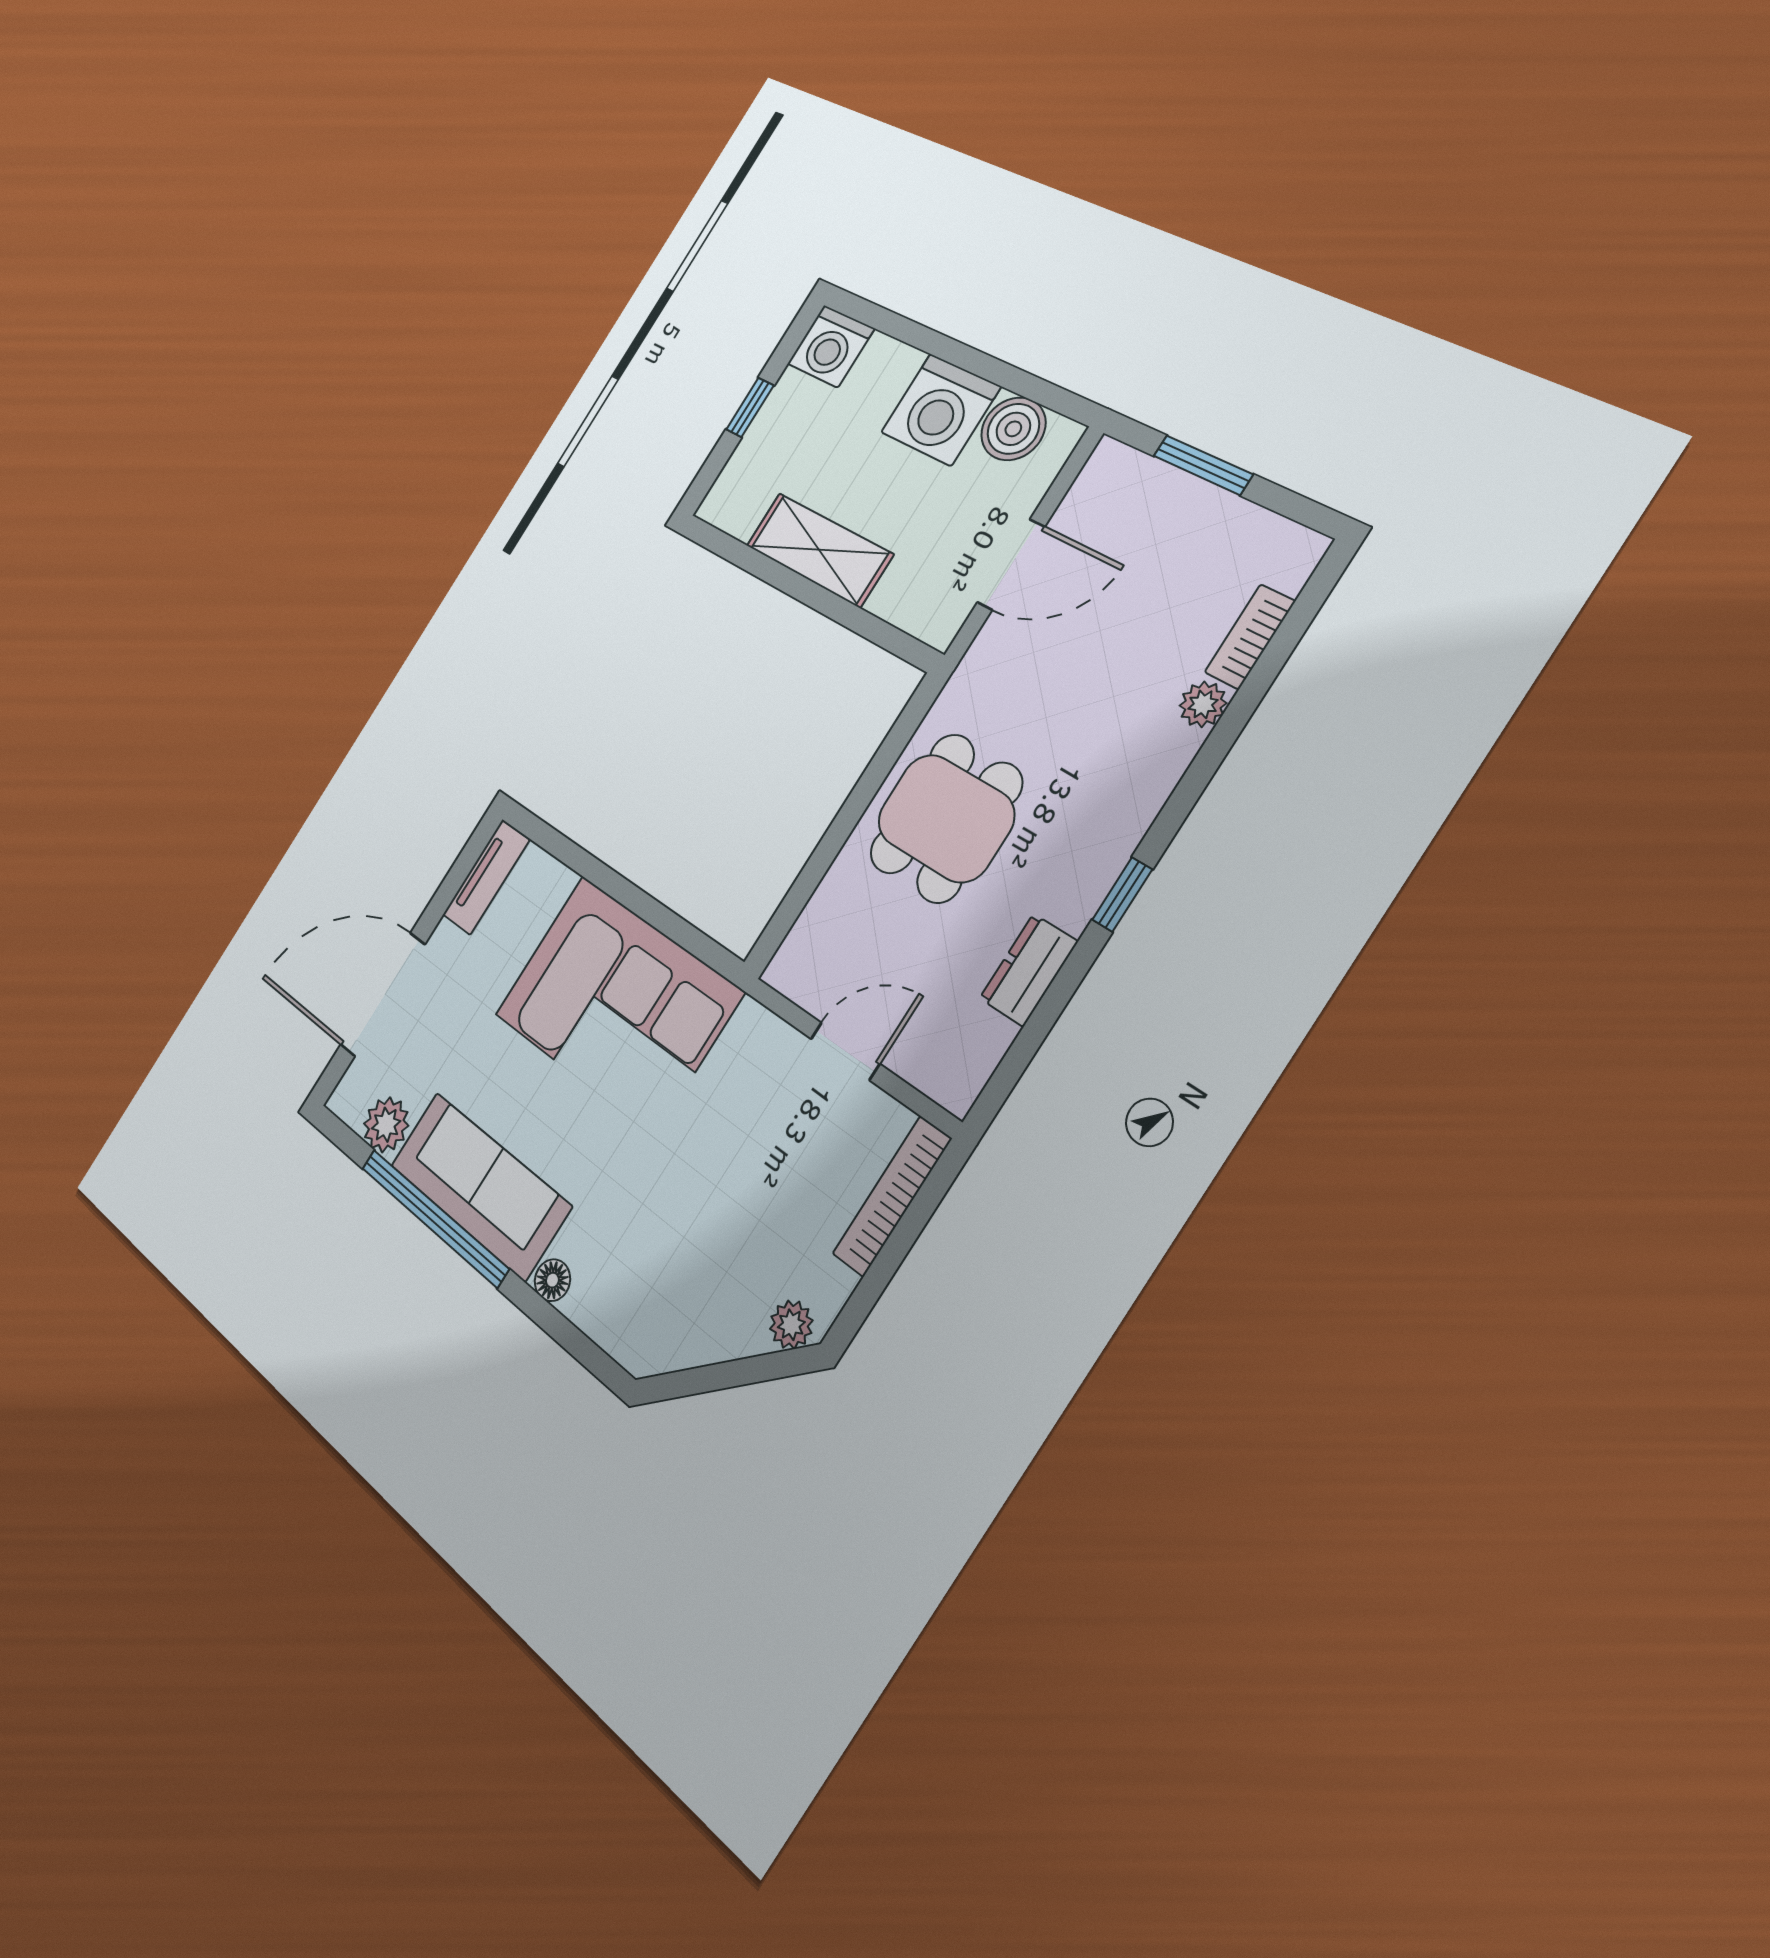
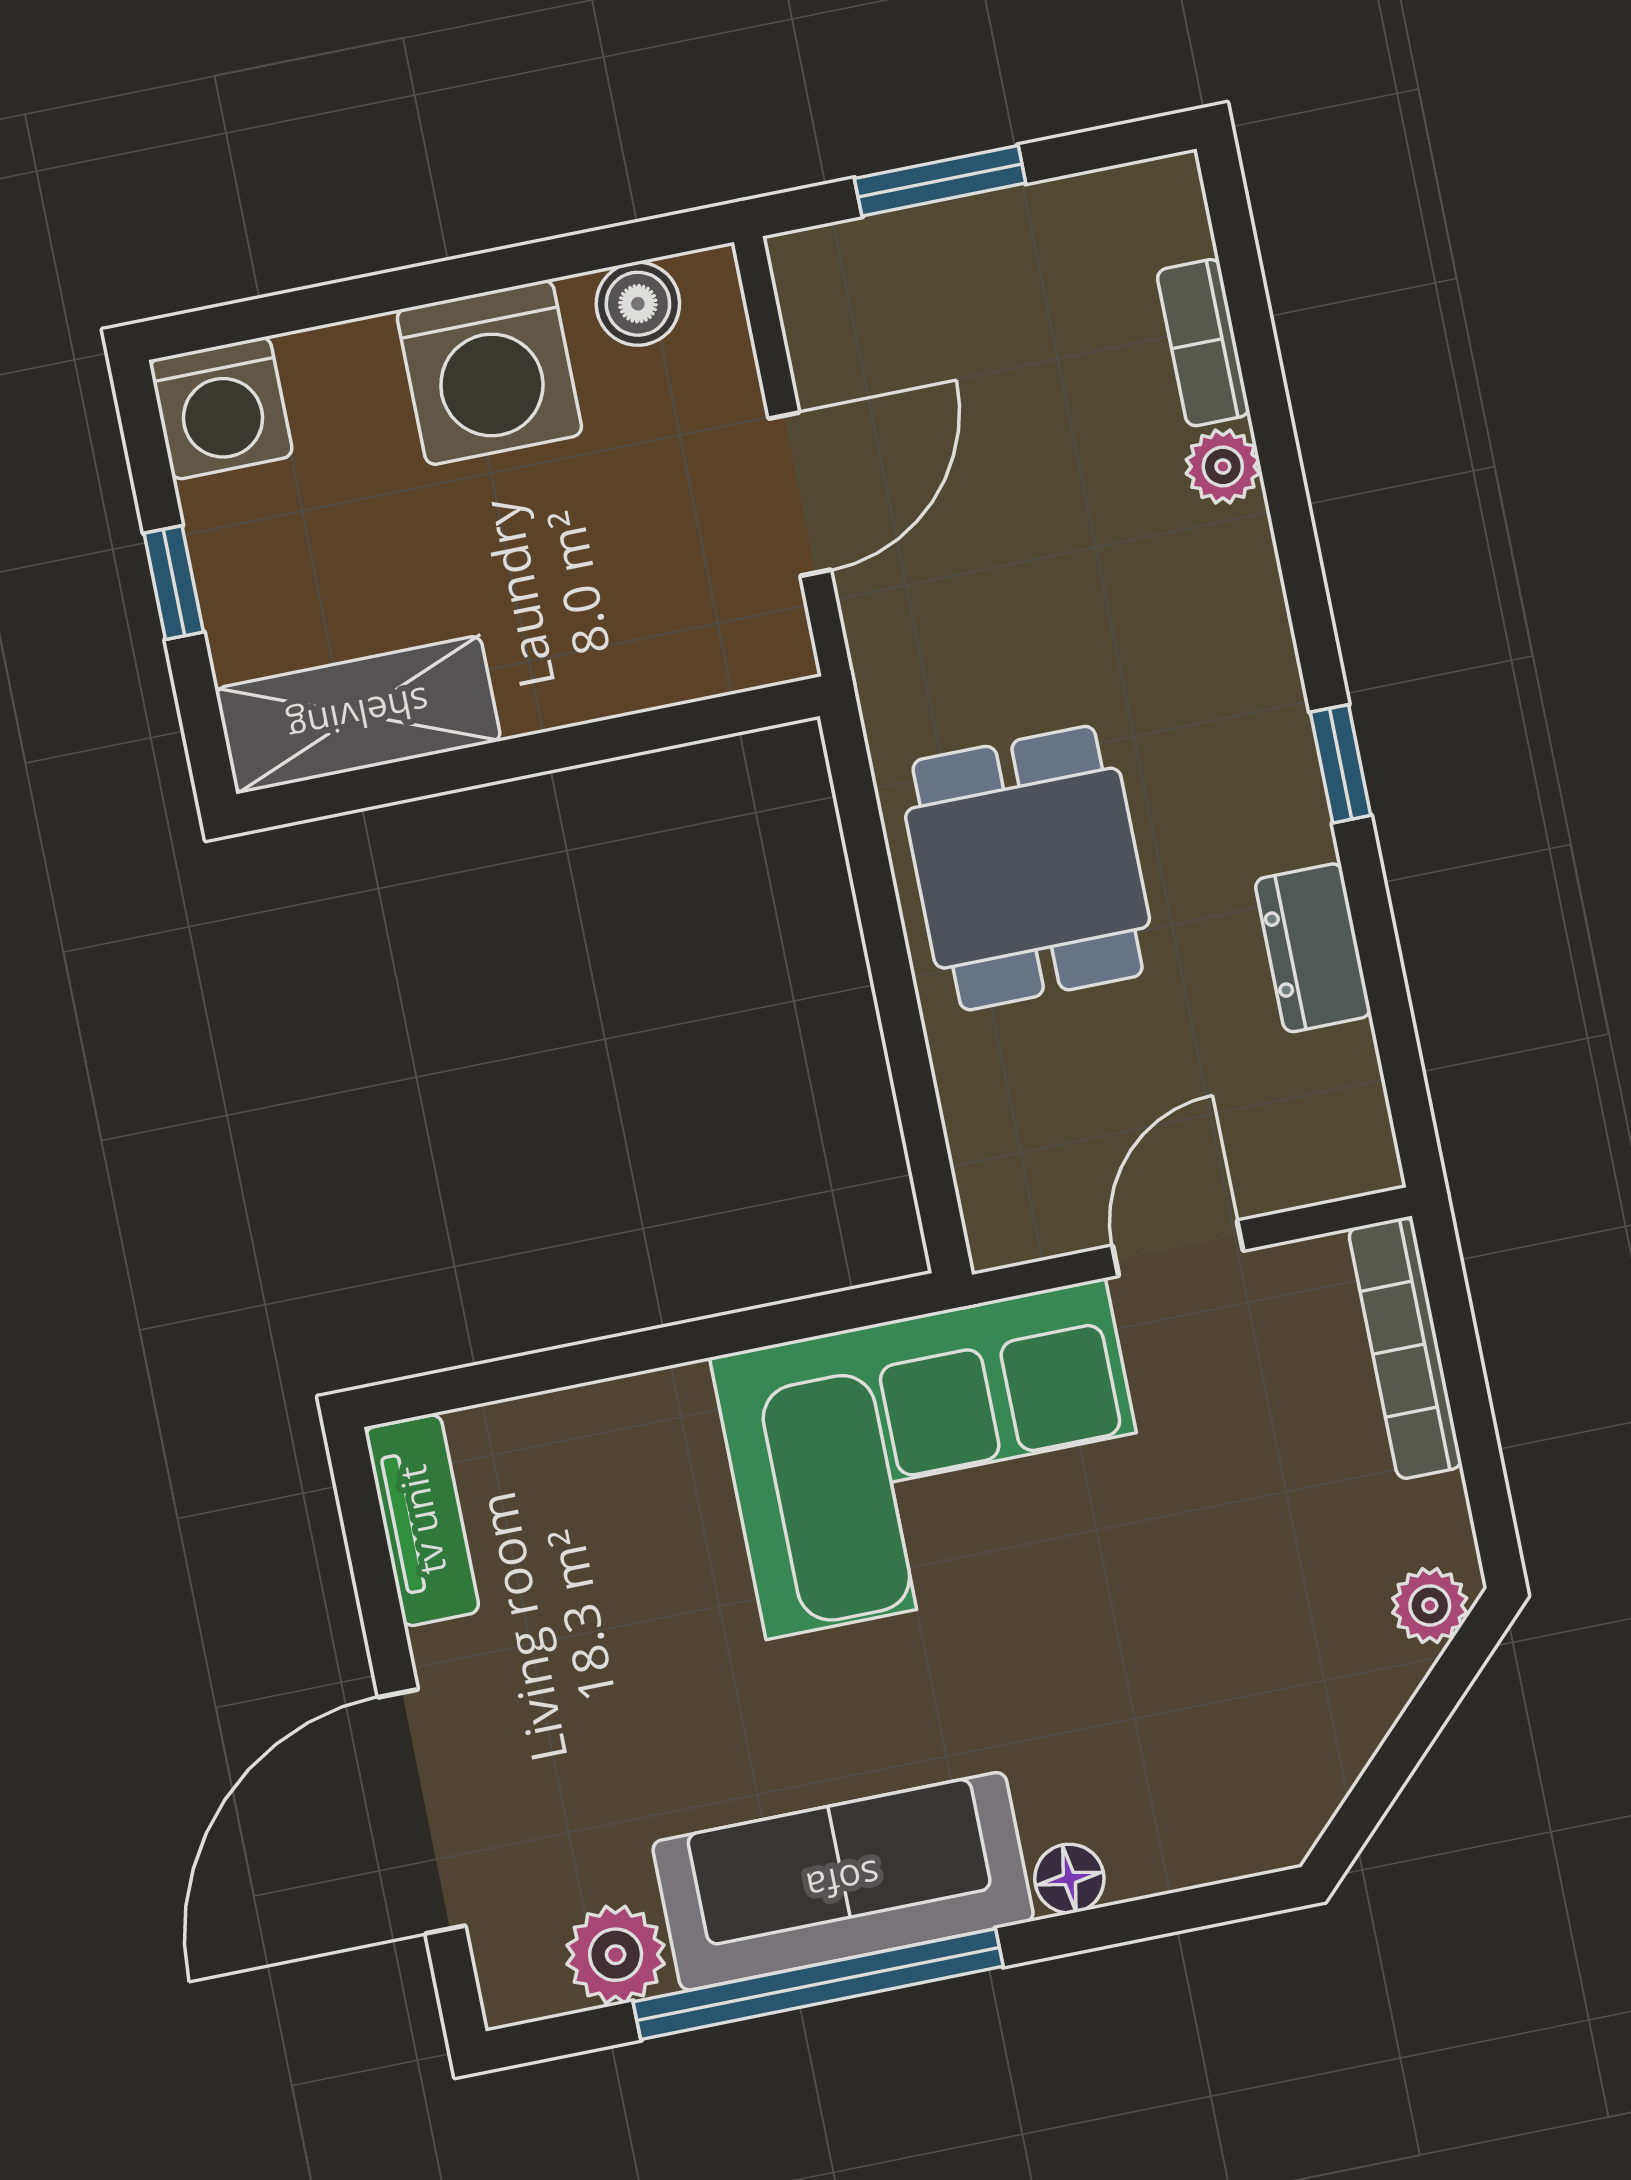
boiler: (1013, 429) -> (638, 304), width x0.73, depth x0.73
shelving: (819, 550) -> (358, 715), moved
corner sofa: (617, 1004) -> (936, 1459), moved

